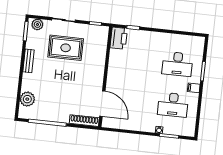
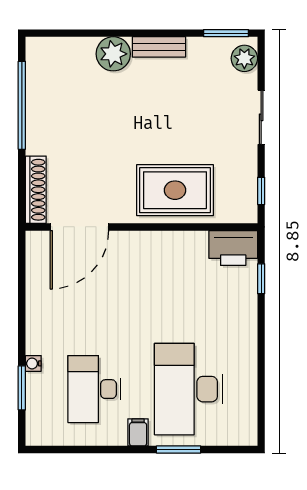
rug: (66, 48) -> (175, 190), moved, turned 90
desk: (177, 64) -> (189, 389), width x1.36, depth x1.30
plant: (27, 99) -> (113, 54), moved

